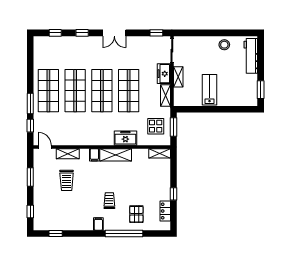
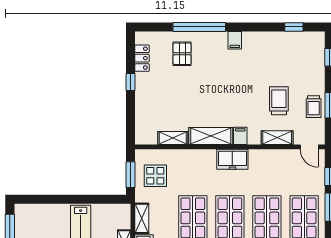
freezer: (125, 138) -> (232, 159), moved
shelving: (160, 153) -> (173, 138), moved
trolley: (109, 201) -> (314, 107), moved

